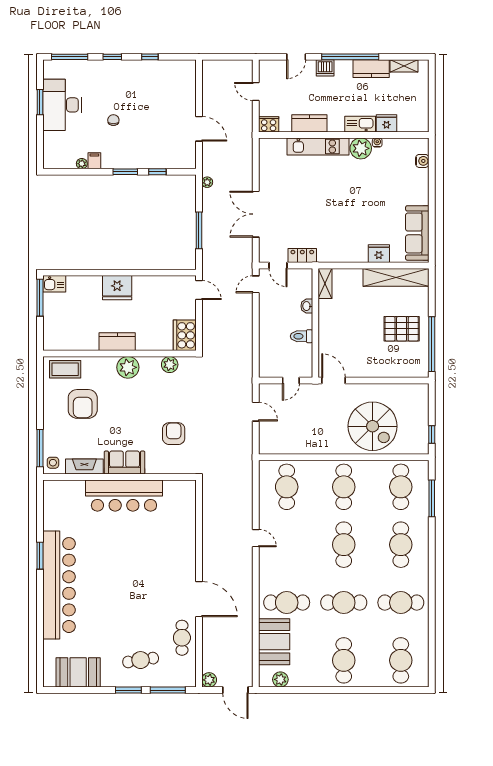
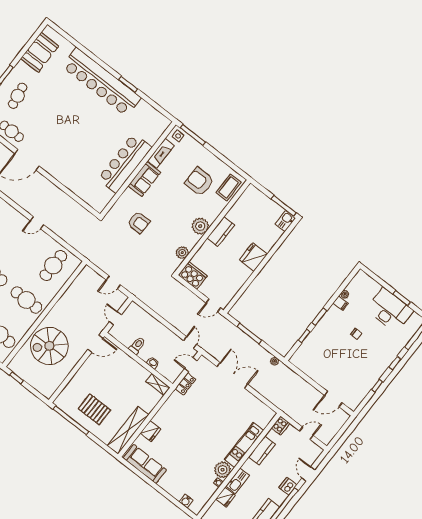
door: (199, 129) -> (333, 399), moved
pallet: (402, 329) -> (94, 409), turned 90
cafe table: (287, 487) -> (53, 266), turned 90

